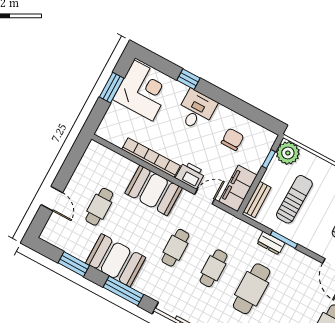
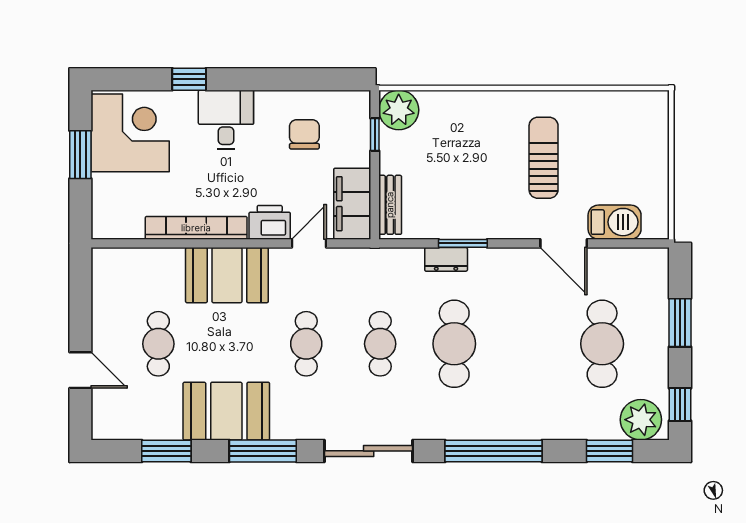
sun lounger: (294, 199) -> (446, 174), removed

